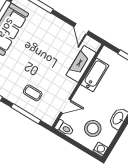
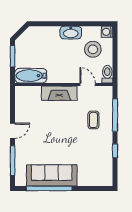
door: (81, 29) -> (13, 131), moved
fireplace: (81, 64) -> (59, 93), moved
bathtub: (95, 75) -> (31, 76), moved

